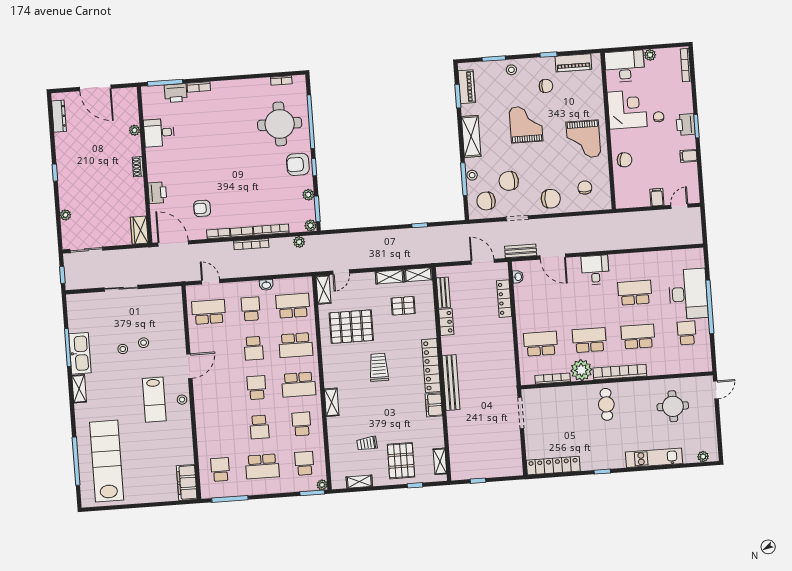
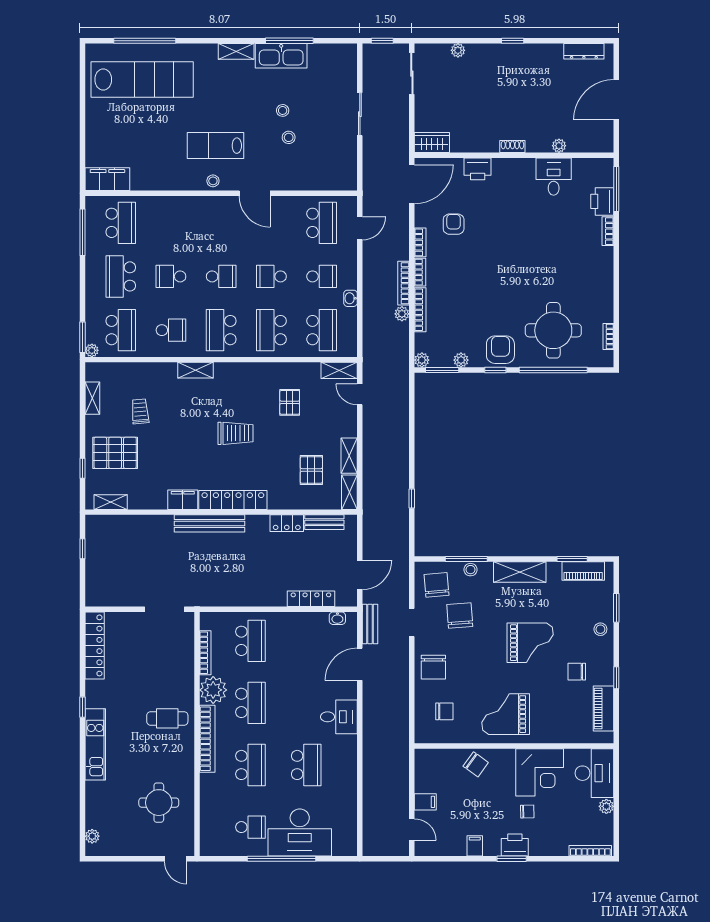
chair: (546, 86) -> (577, 672), turned 90
chair: (625, 160) -> (476, 764), turned -63
plant: (299, 242) -> (402, 314), moved
pallet: (351, 327) -> (290, 402), width x0.49, depth x0.50
kitchen unit: (654, 458) -> (95, 744), moved
school desk: (304, 463) -> (121, 330), width x1.85
school desk: (220, 470) -> (121, 223), width x1.85

